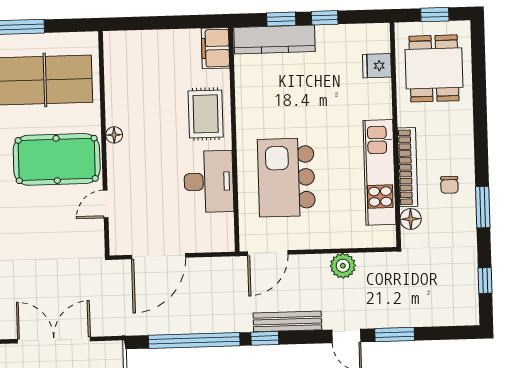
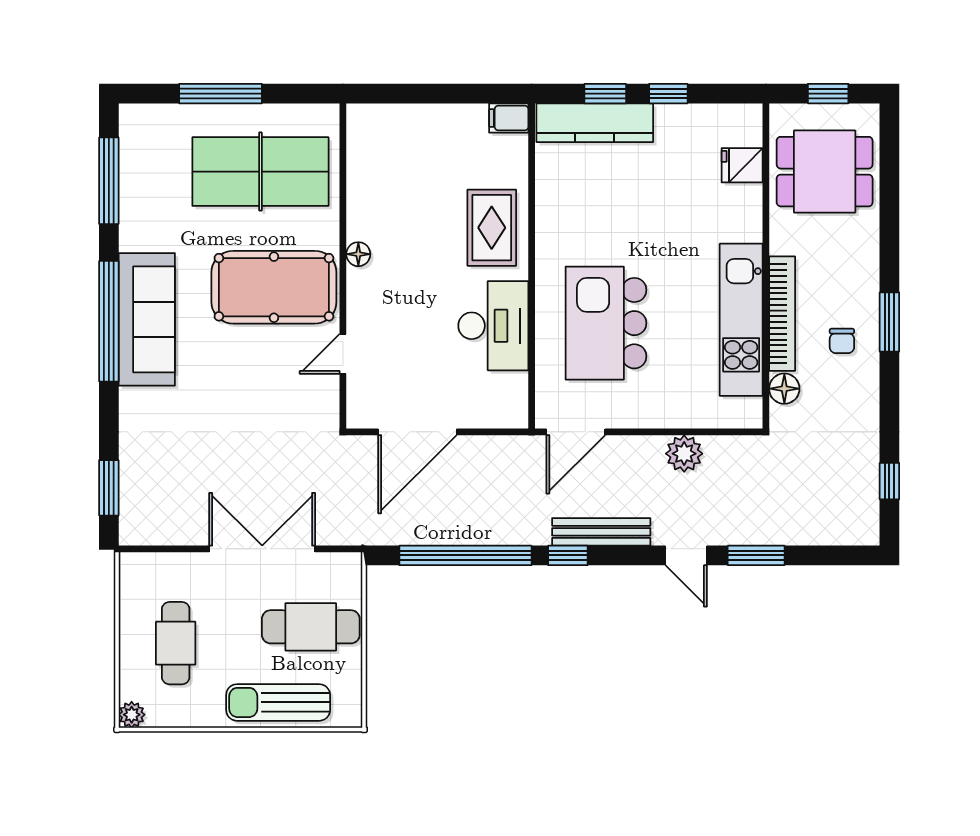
filing cabinet: (215, 48) -> (509, 118), width x0.50
dining table: (434, 68) -> (825, 172), turned 90
window: (483, 207) -> (889, 322), moved

